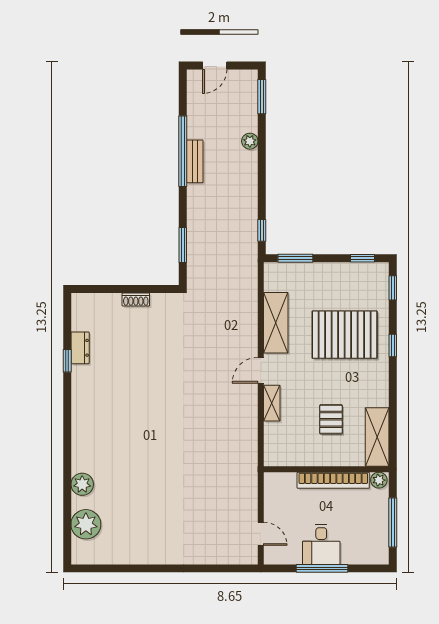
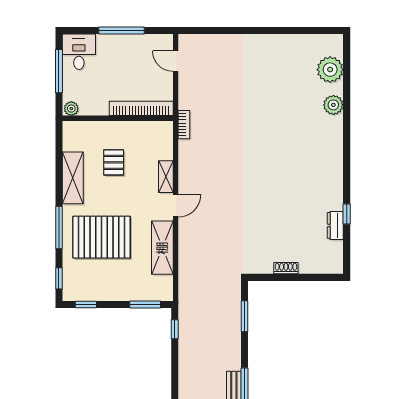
window: (393, 345) -> (59, 227), width x2.17
shelving: (377, 437) -> (73, 178), moved
bookcase: (251, 462) -> (184, 125), added
bookcase: (333, 480) -> (141, 108), moved
desk: (321, 544) -> (79, 52), moved

